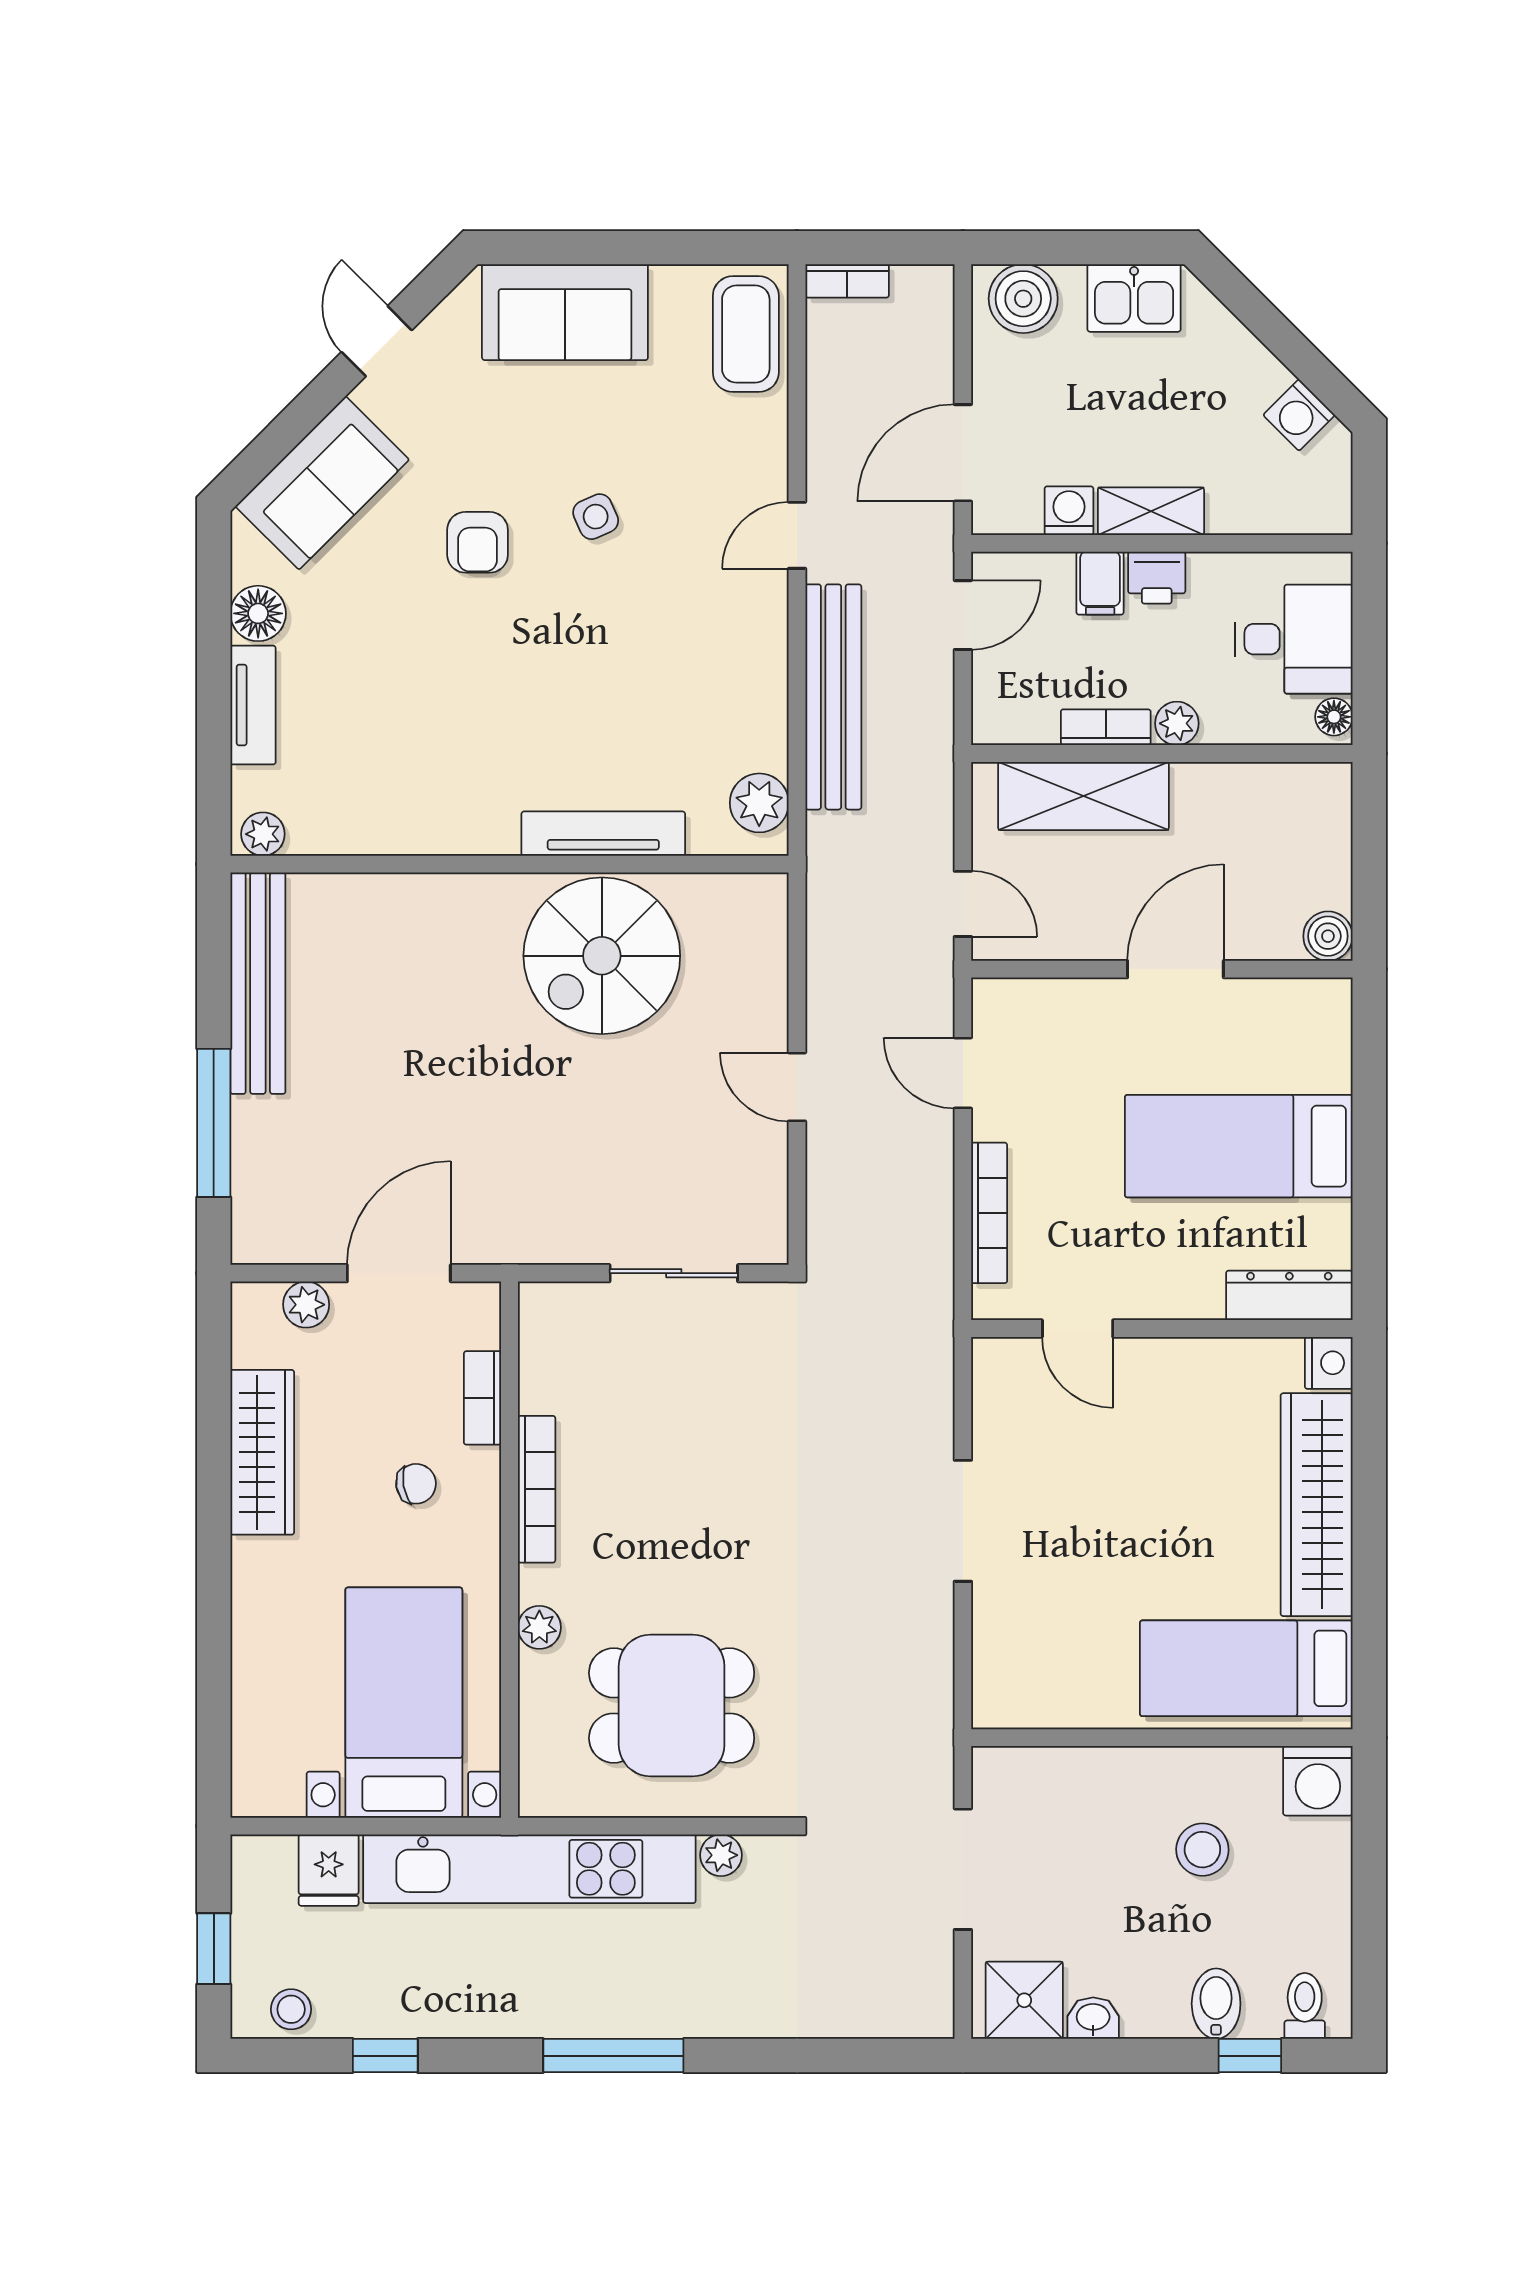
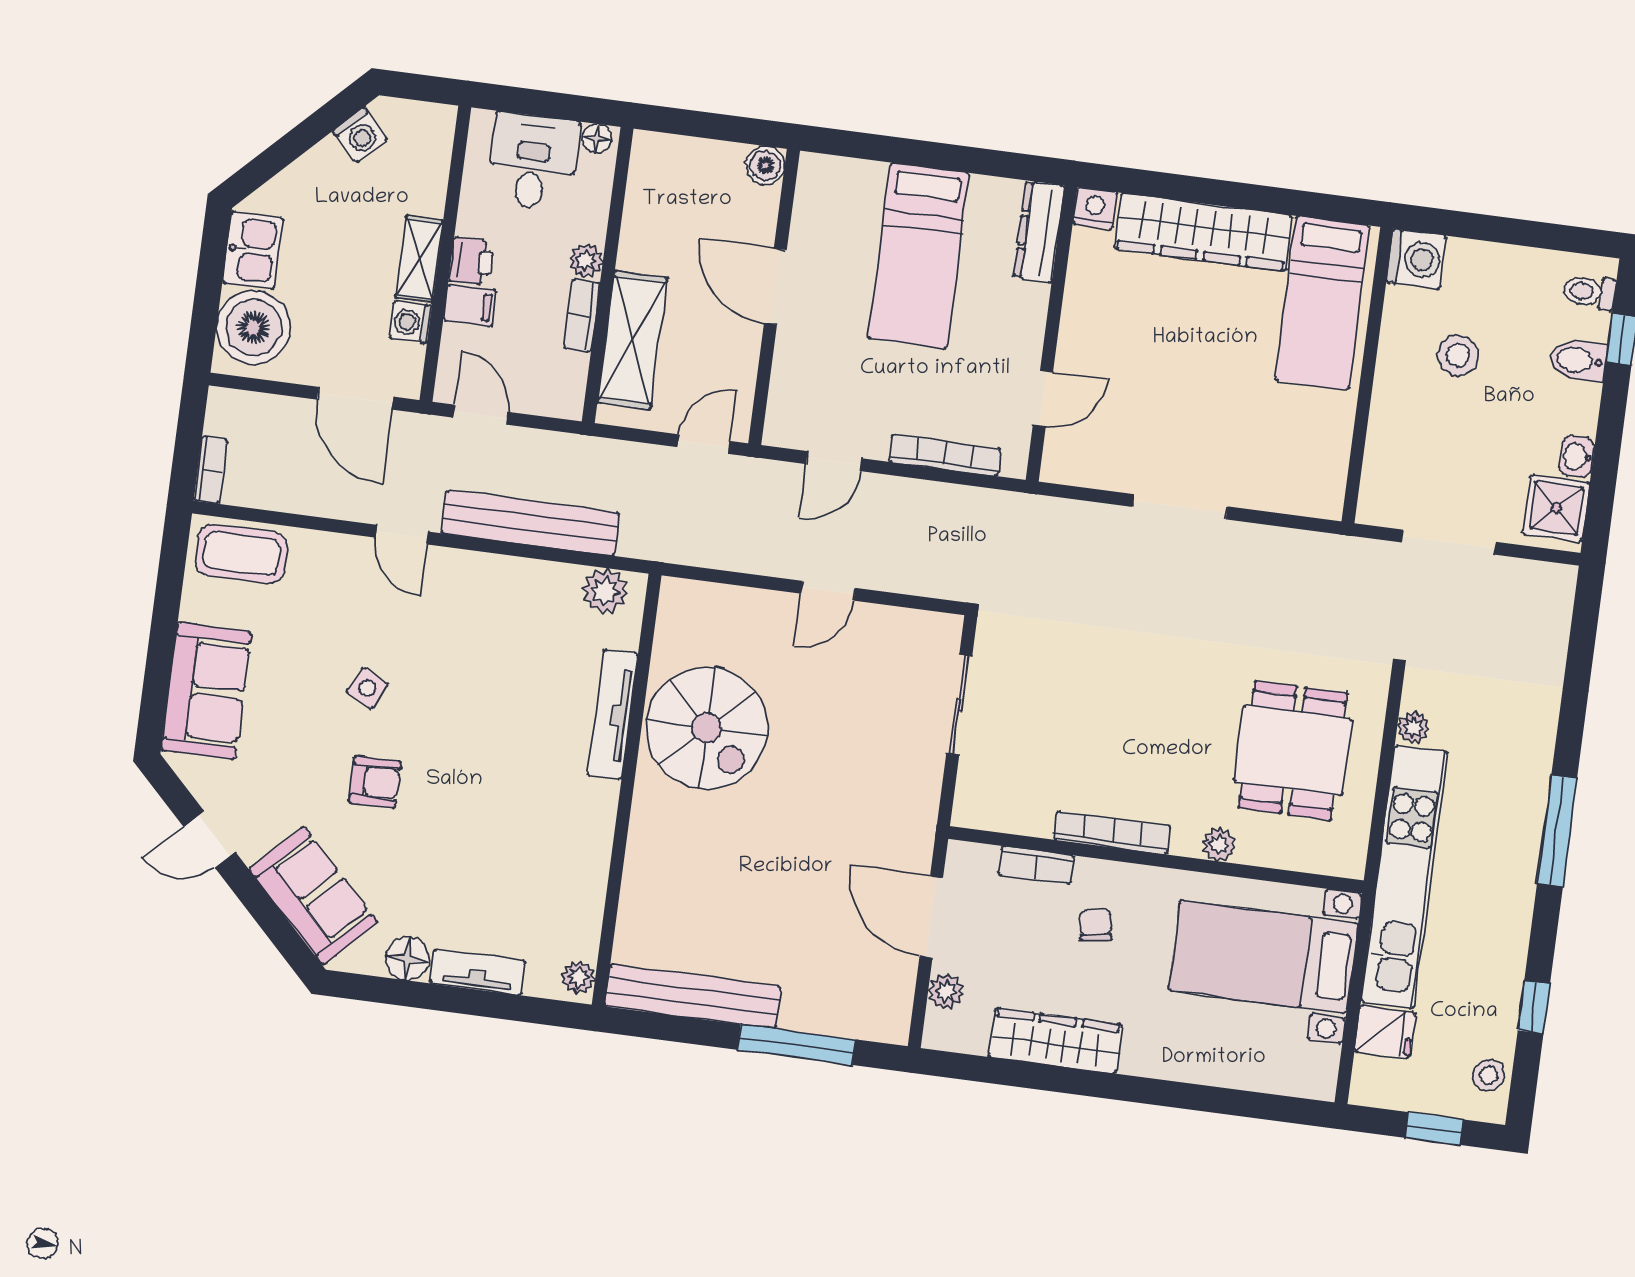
boiler: (1023, 299) -> (253, 327), width x1.37, depth x1.37
side table: (596, 517) -> (367, 688), turned -38

